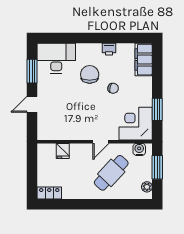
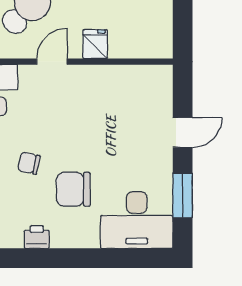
chair: (90, 74) -> (73, 189), turned 90
fridge: (63, 151) -> (95, 44), moved

